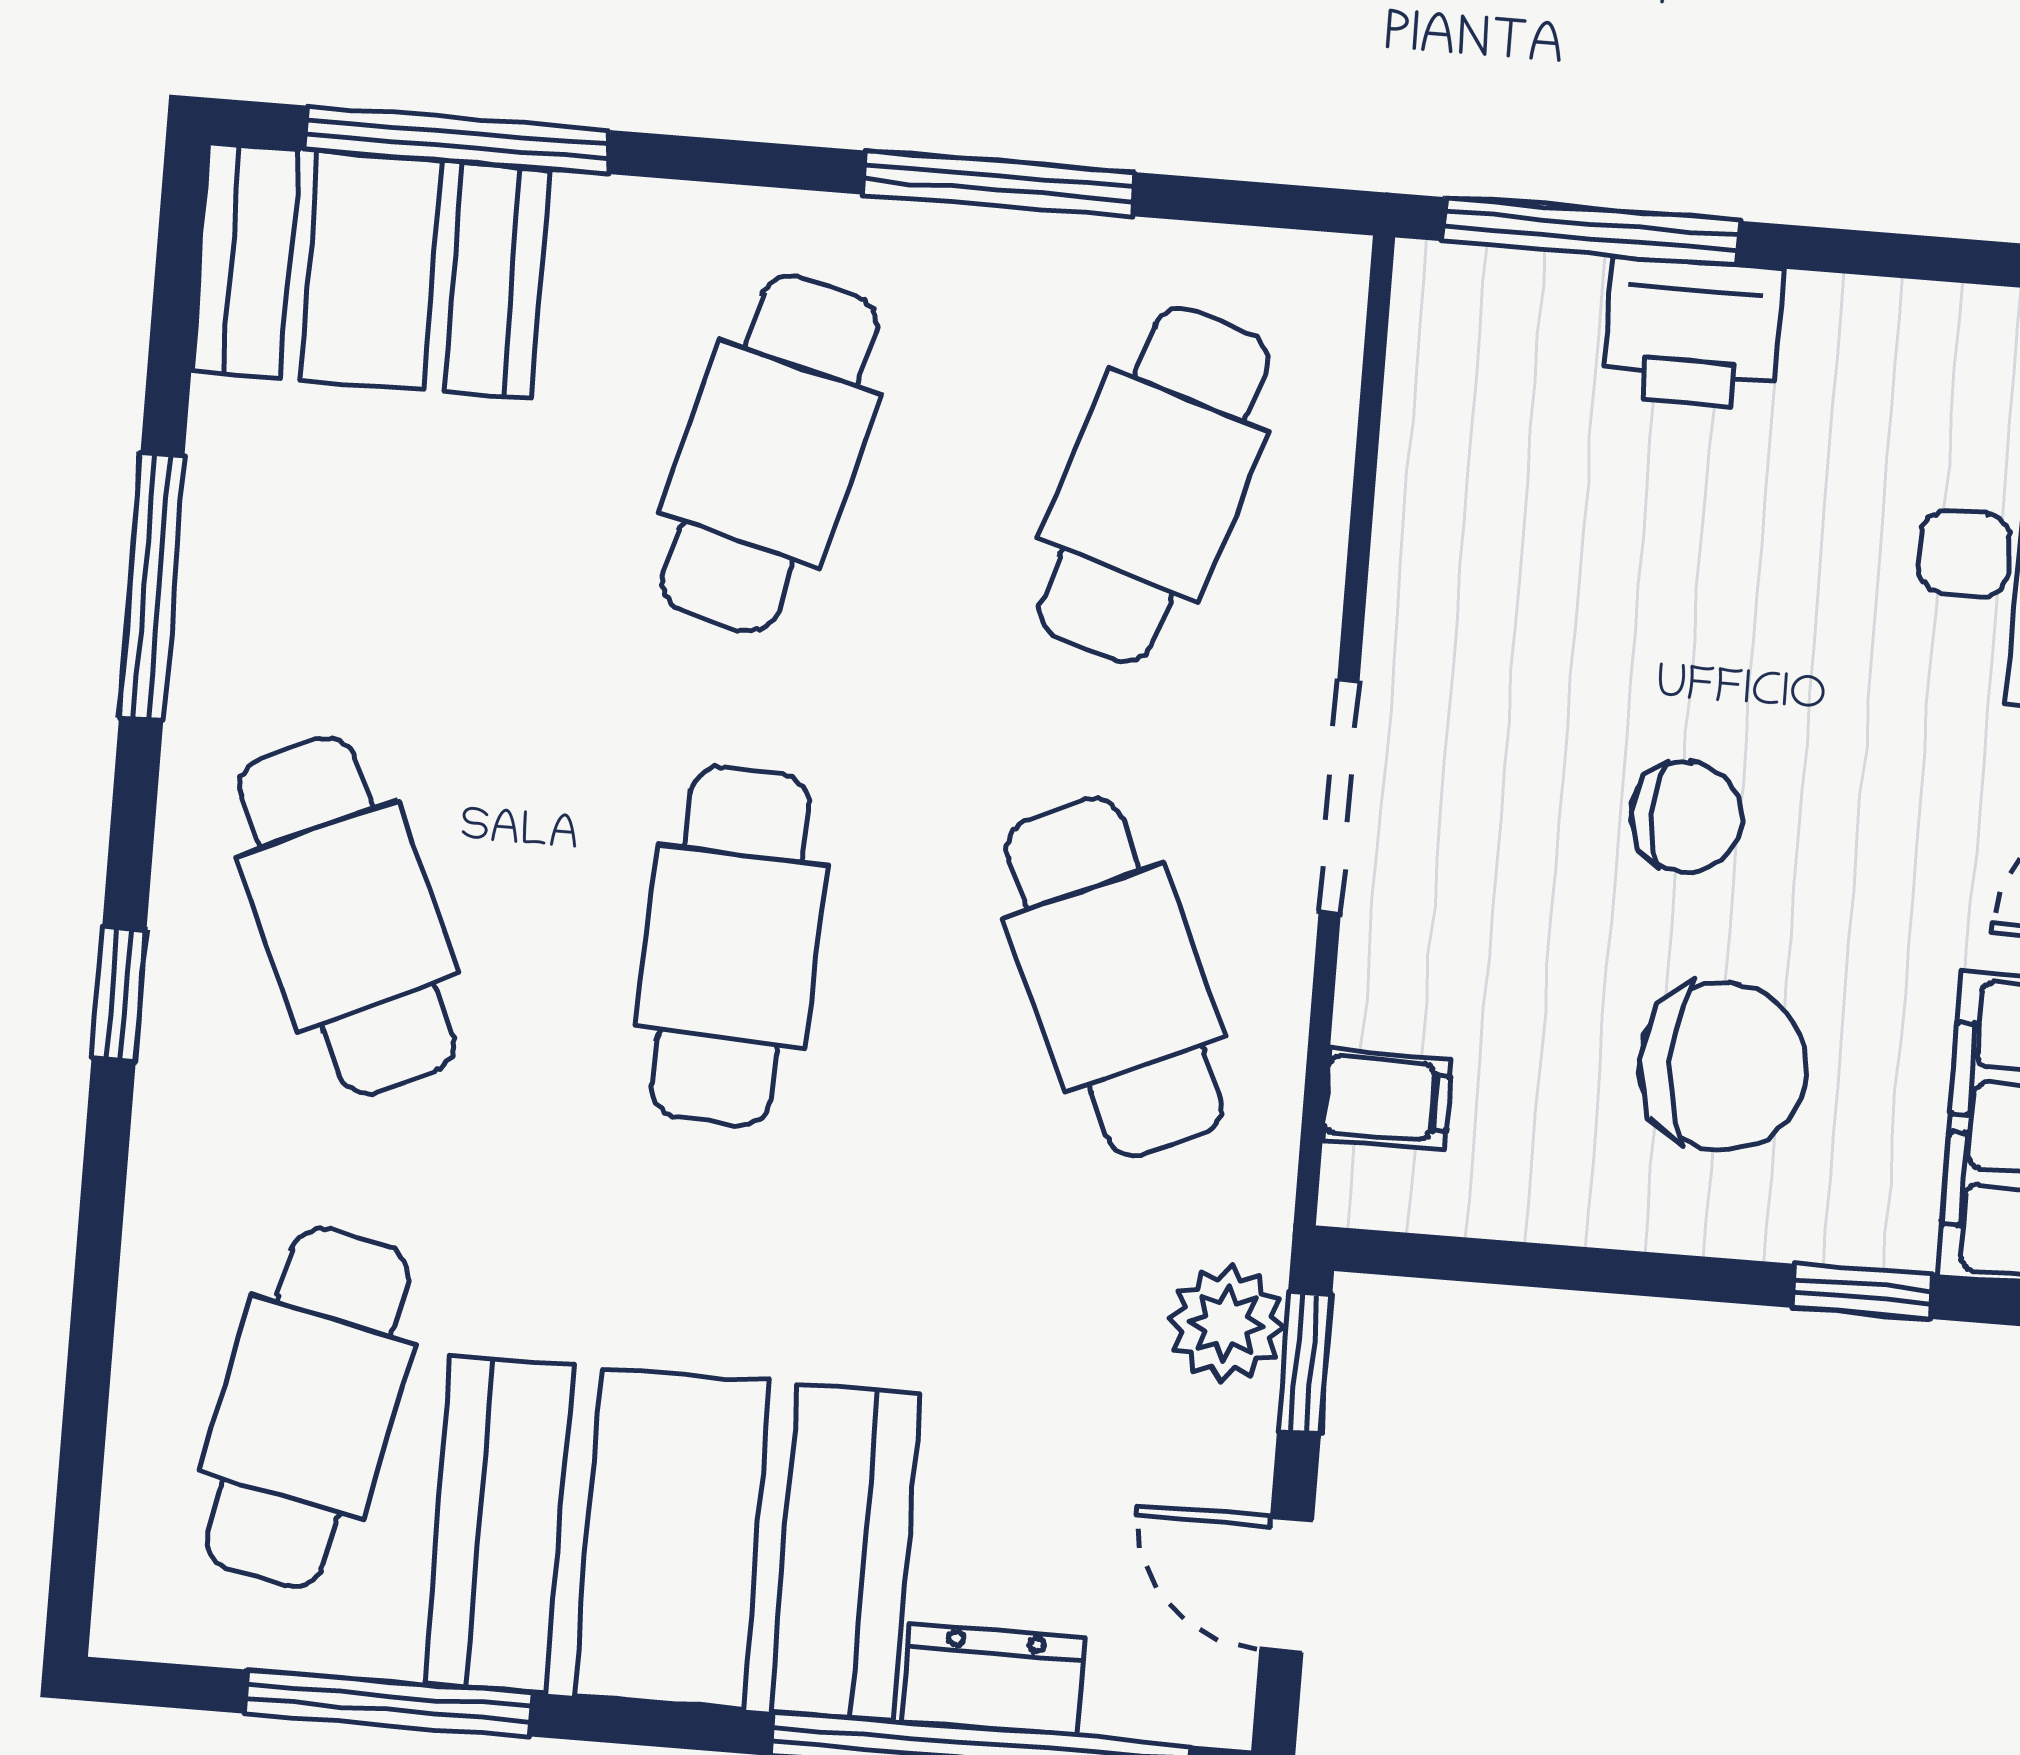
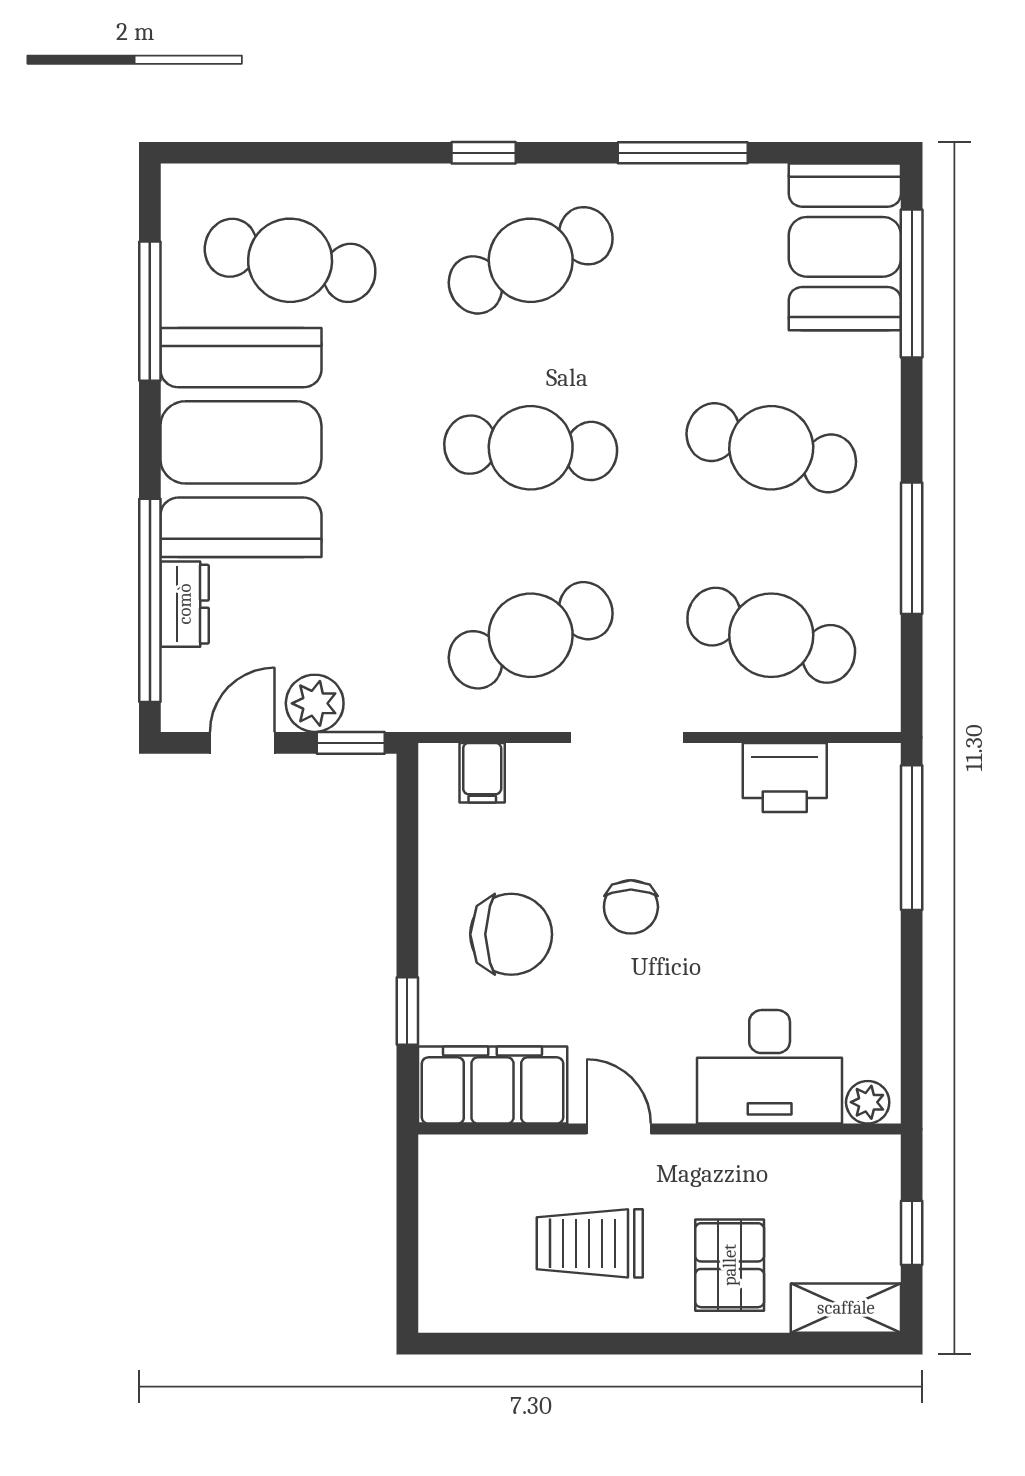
printer: (1693, 333) -> (785, 777), moved, turned -90
chair: (1723, 1066) -> (511, 934), turned -90
plant: (1226, 1324) -> (315, 703), moved

